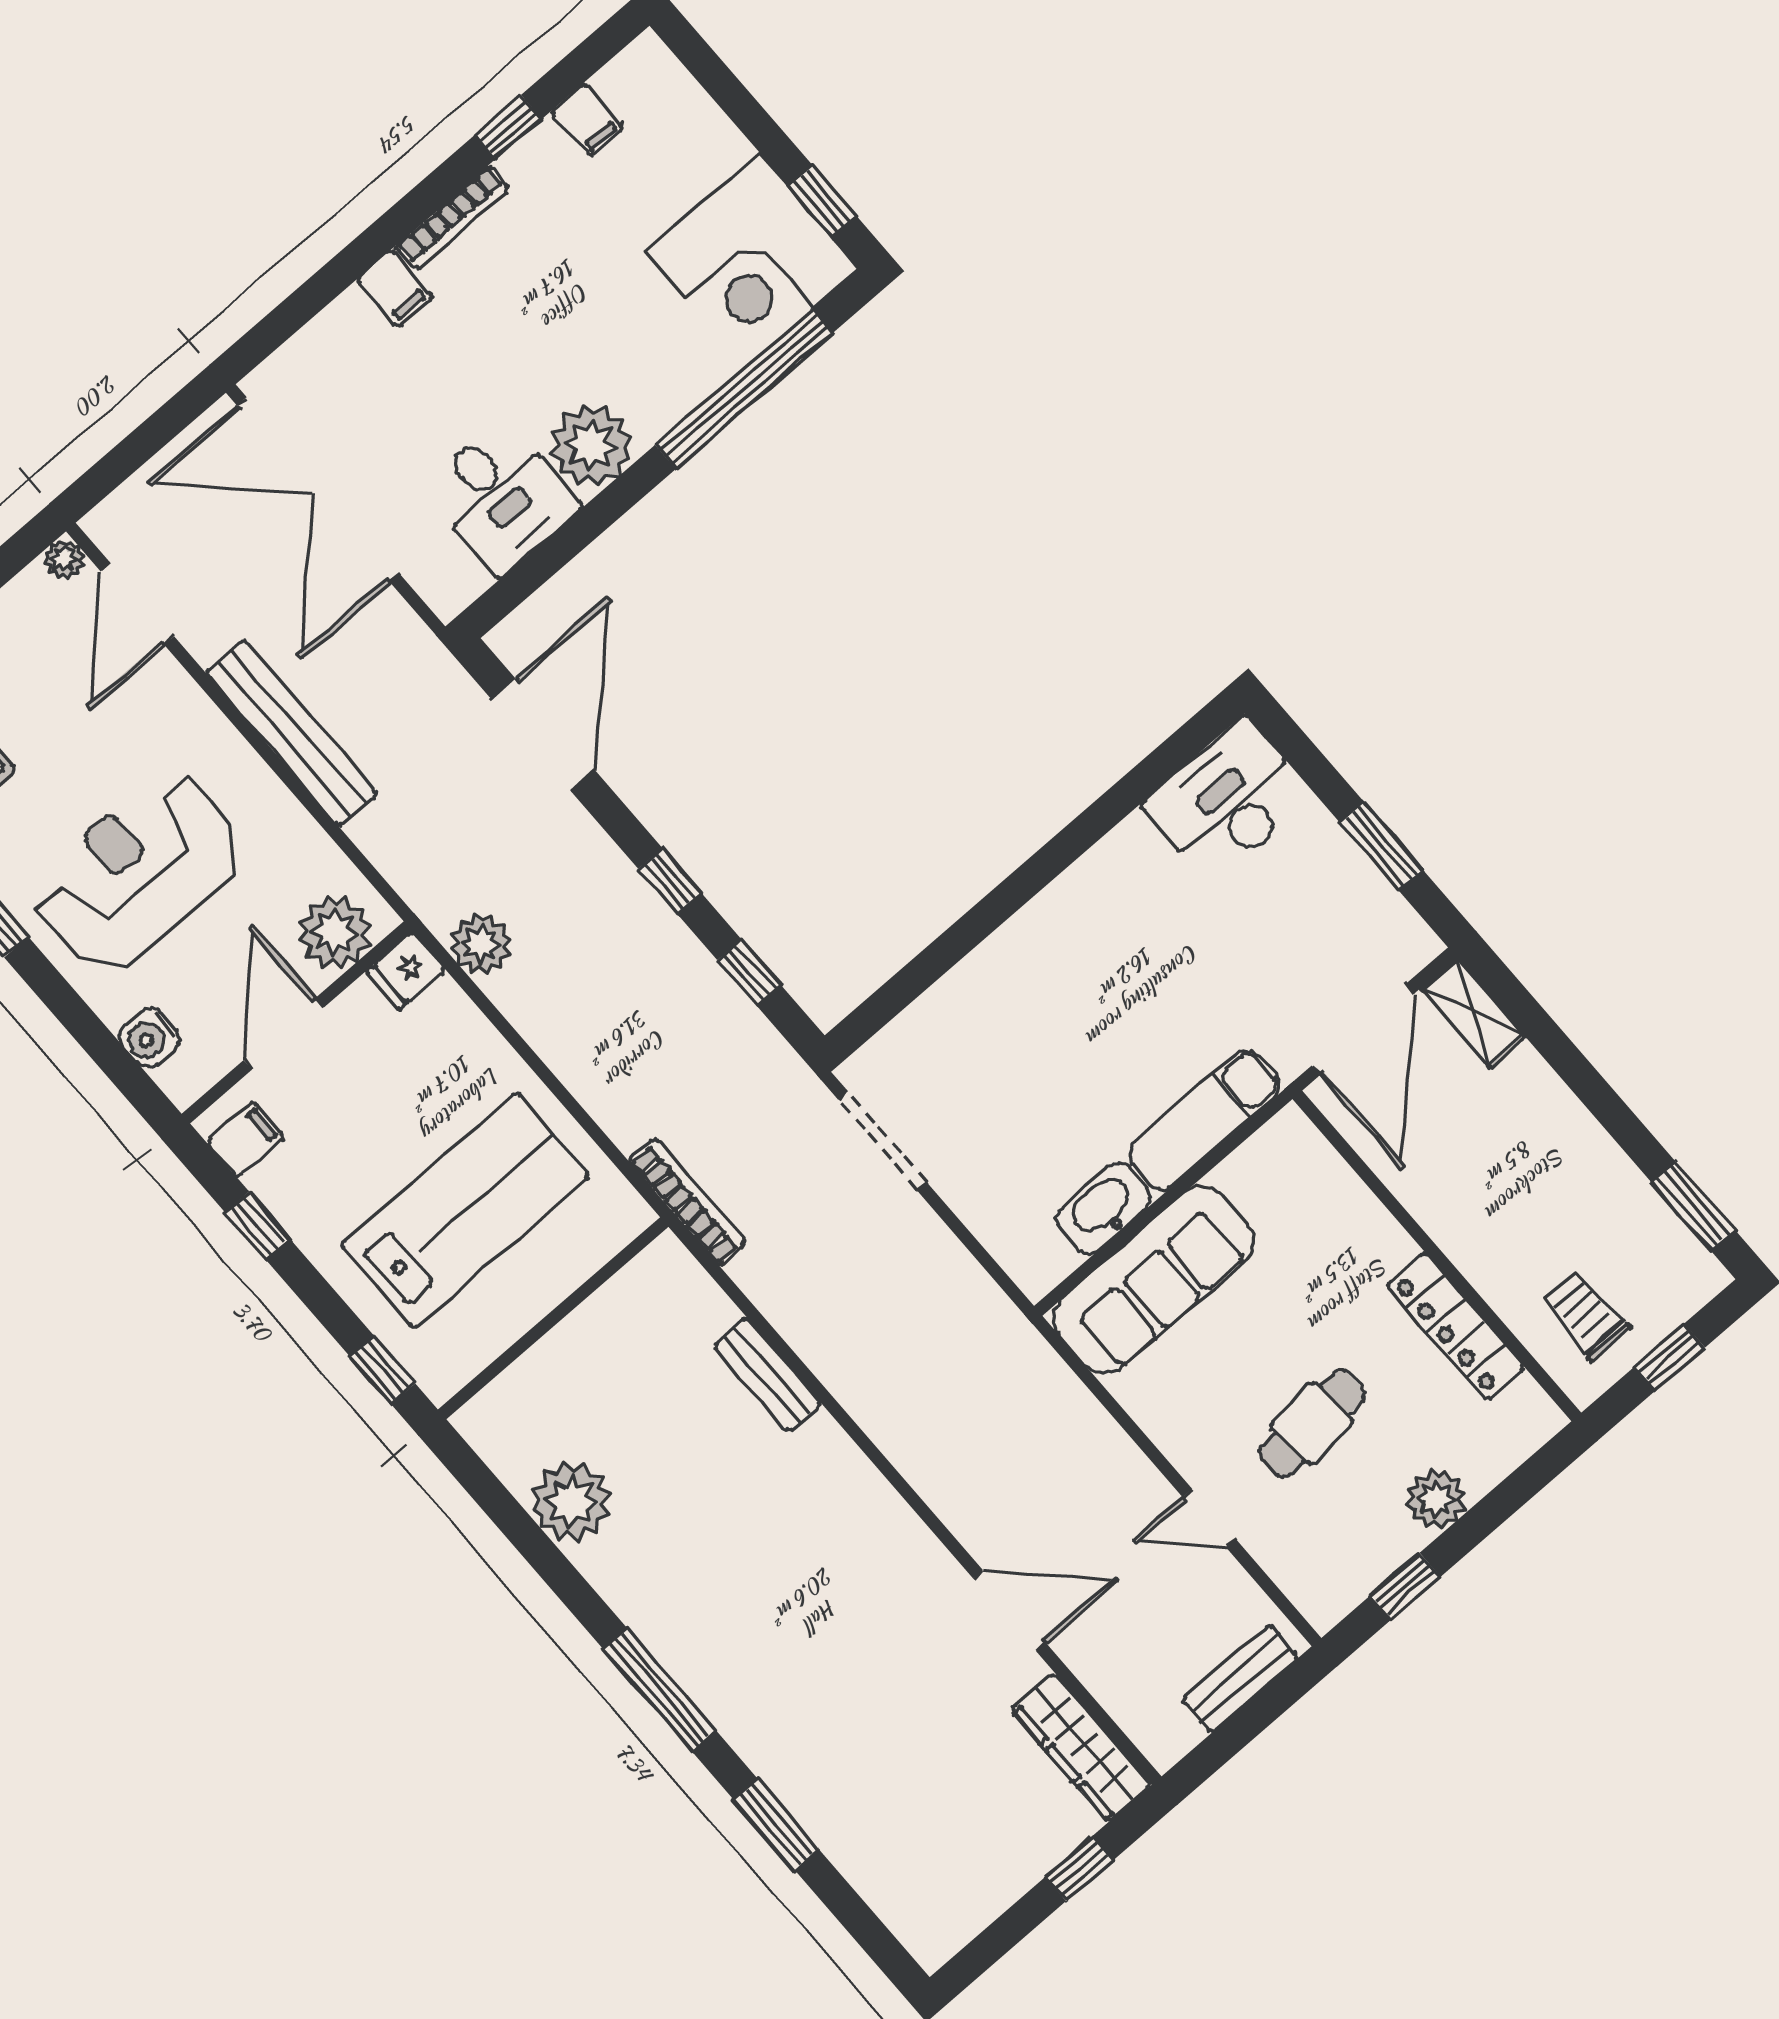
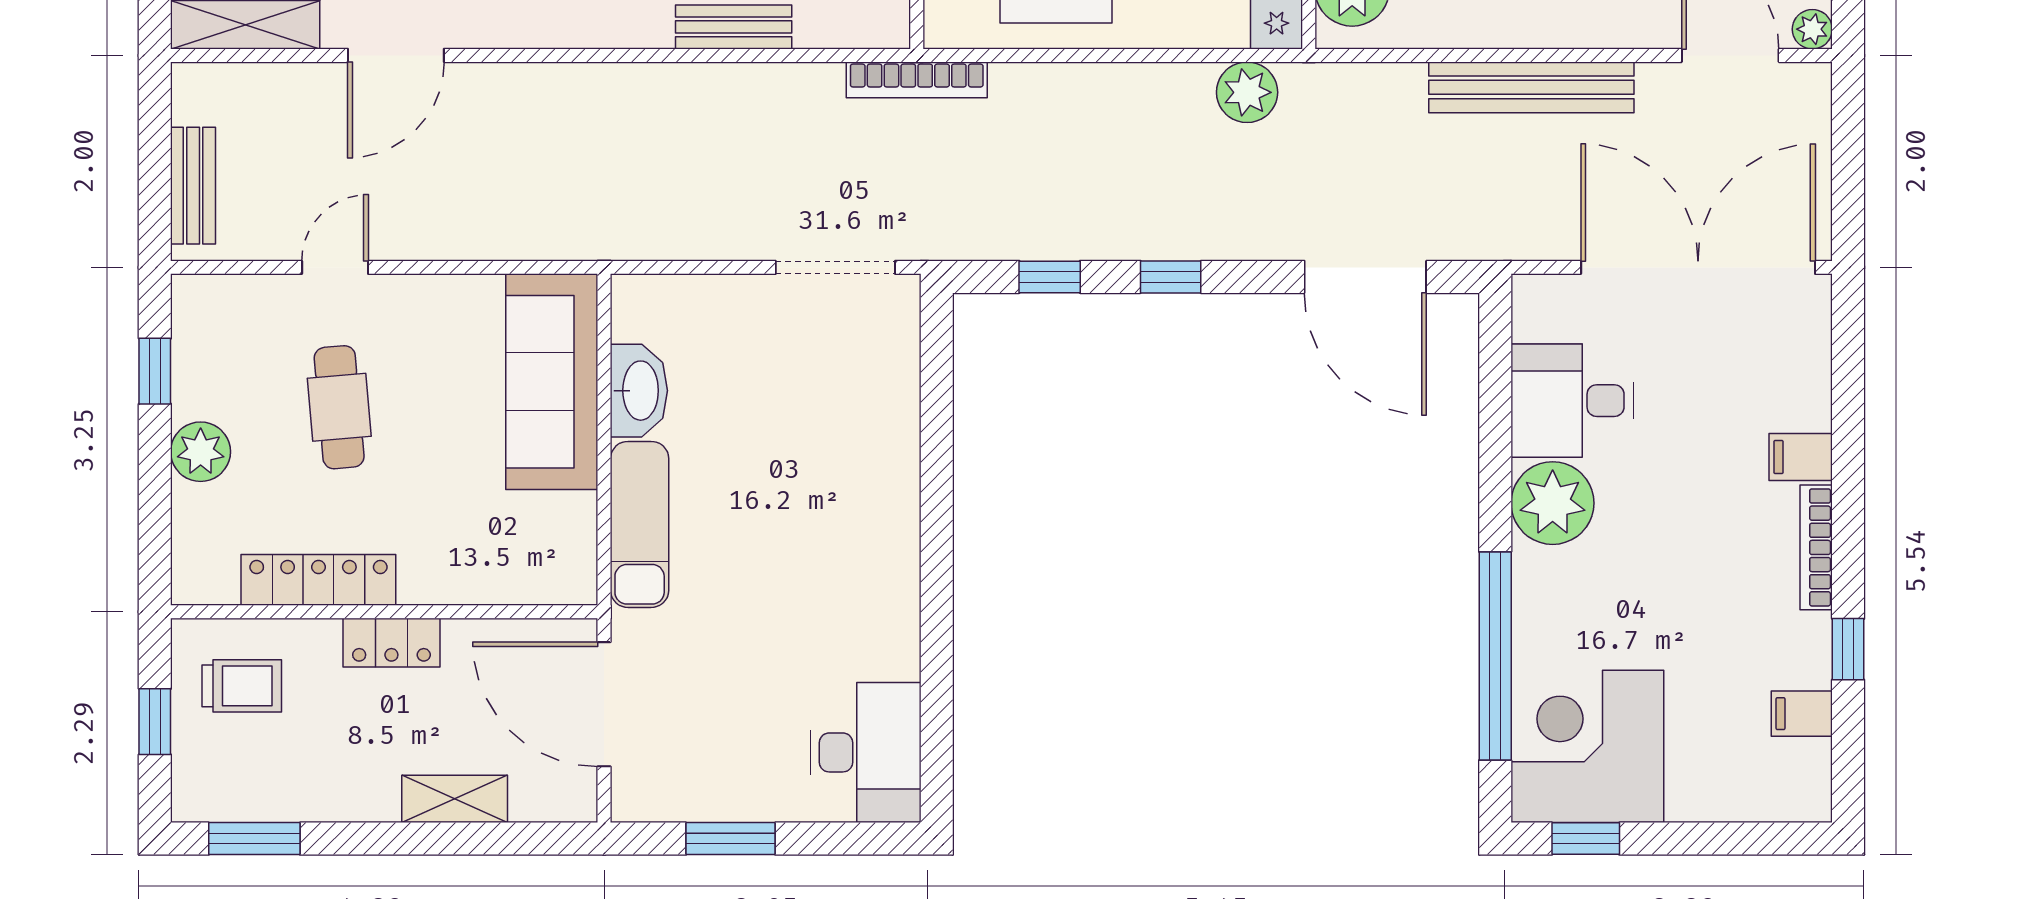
shelving: (1473, 1012) -> (455, 799), moved
locker: (1455, 1230) -> (391, 643), added

